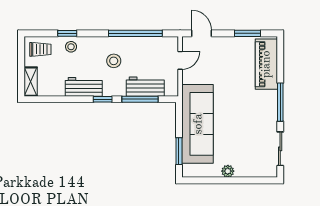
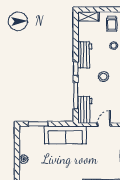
door: (180, 60) -> (104, 125), swing flipped
workbench: (145, 87) -> (85, 110), moved
sofa: (198, 124) -> (65, 135), width x0.74, depth x0.79

